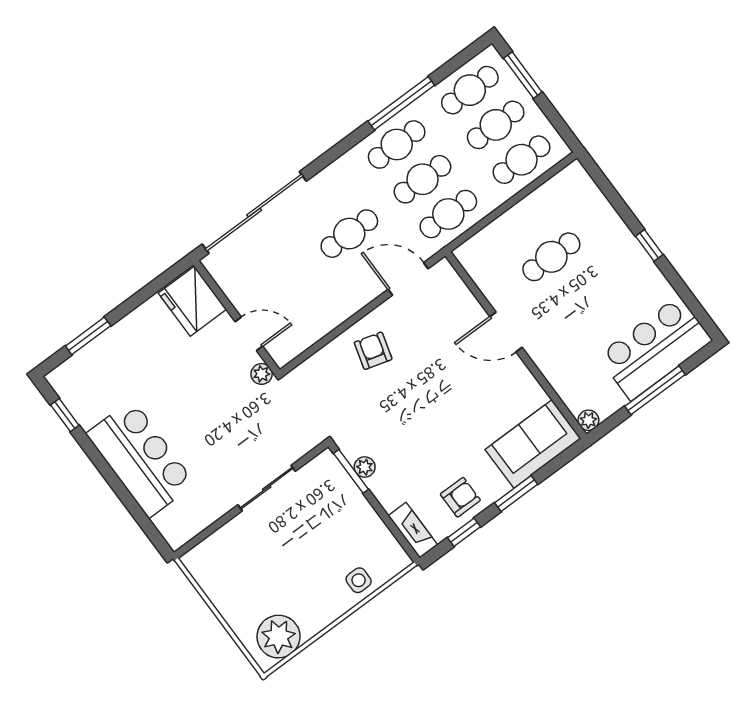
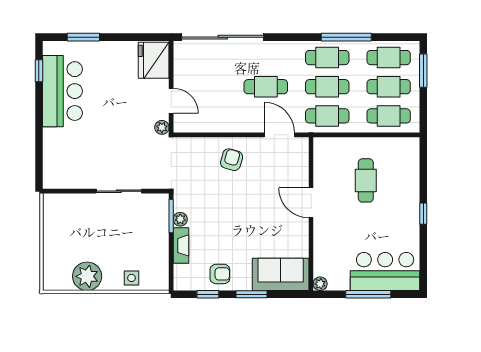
cafe table: (551, 257) -> (366, 180), turned 90
bar counter: (141, 459) -> (62, 91), moved
fireplace: (413, 530) -> (181, 245), moved
plant: (279, 637) -> (87, 276), moved

